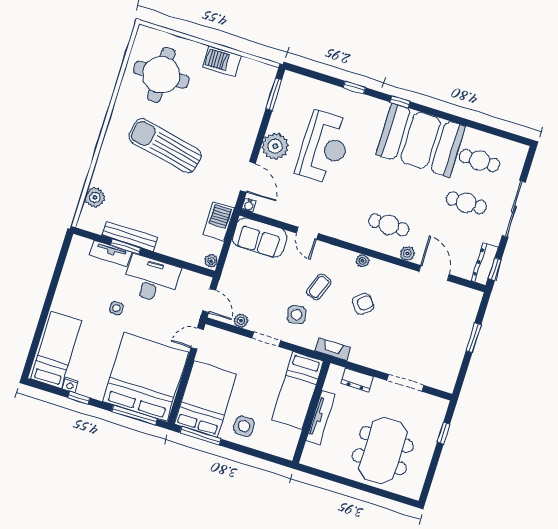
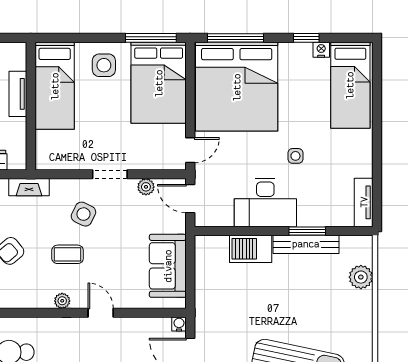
barbecue: (219, 221) -> (251, 249), moved, turned 90
sofa: (260, 238) -> (168, 266), moved, turned -90
tv unit: (110, 253) -> (364, 202), moved, turned -90
plant: (211, 261) -> (202, 246), removed
plant: (362, 261) -> (62, 301), moved
coffee table: (319, 287) -> (68, 254), turned 70
side table: (296, 315) -> (83, 214), turned 38
bed: (298, 390) -> (55, 86), moved, turned 180
tv unit: (321, 417) -> (18, 94), width x0.71

